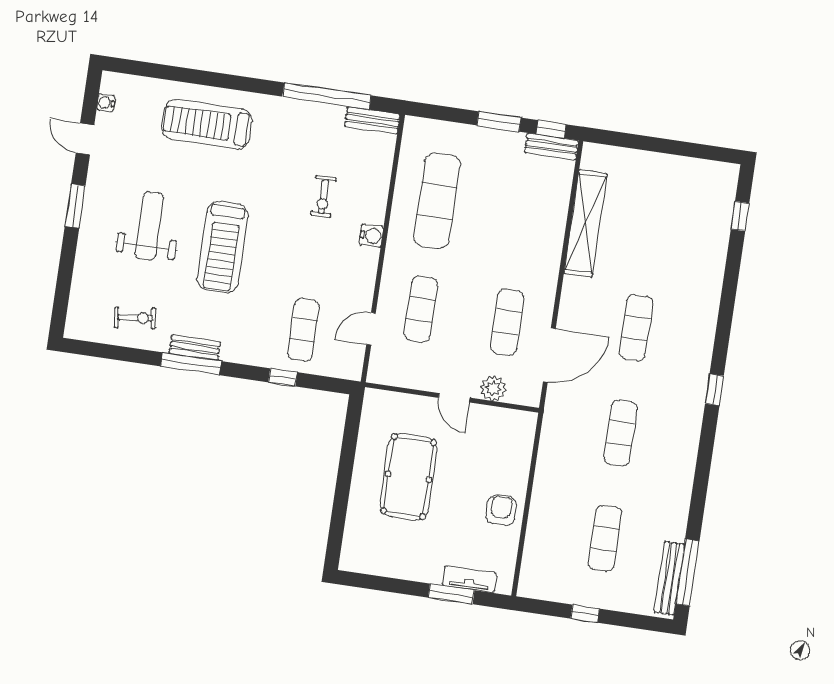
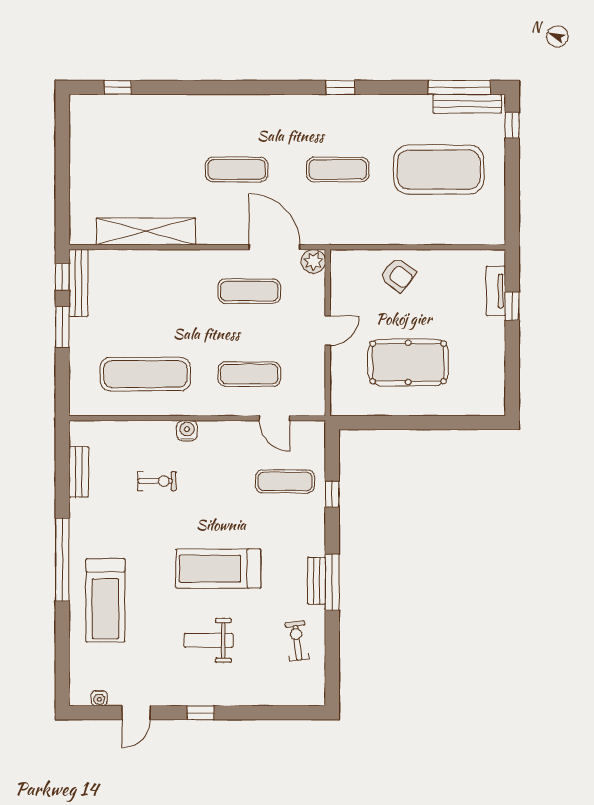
window: (327, 96) -> (62, 560), moved
bench: (372, 120) -> (79, 472), moved
bench: (551, 146) -> (78, 283), width x1.36
window: (75, 206) -> (200, 713), width x0.67
weight bench: (149, 226) -> (209, 640), width x0.73, depth x0.75
treadmill: (223, 247) -> (218, 569), turned 180
plant: (493, 388) -> (313, 261), moved
window: (714, 390) -> (340, 87), moved
armchair: (501, 510) -> (398, 275), moved, turned -143
exercise mat: (605, 538) -> (439, 170), width x2.00, depth x1.45
window: (451, 594) -> (512, 306), width x0.67
window: (585, 614) -> (512, 125), moved

